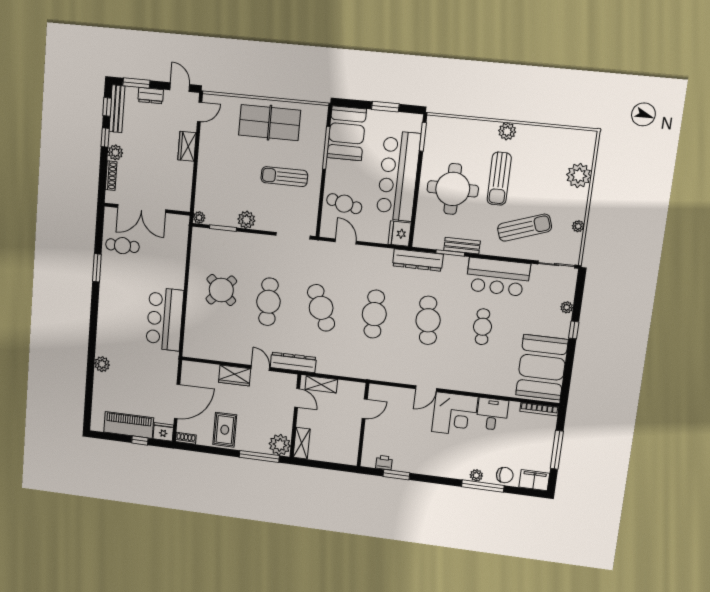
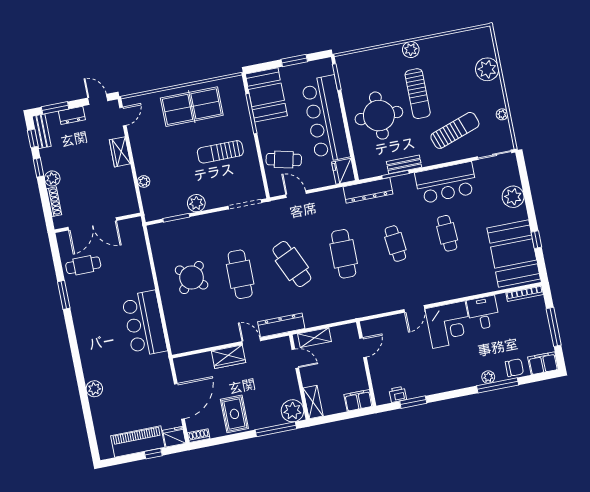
bench: (117, 109) -> (42, 131), width x0.73
plant: (199, 218) -> (144, 181), moved
plant: (567, 307) -> (513, 197), width x1.87, depth x1.87
cafe table: (428, 320) -> (395, 244), width x0.73, depth x0.74
window: (574, 330) -> (536, 240), moved
filing cabinet: (345, 456) -> (358, 400), added

